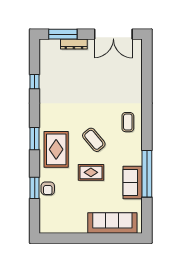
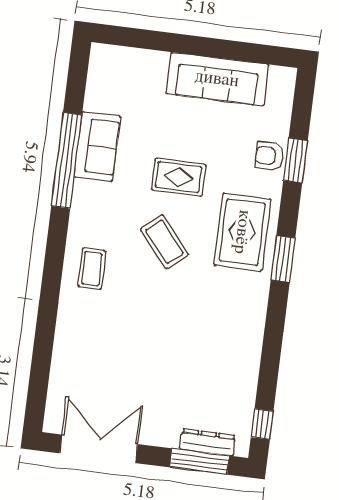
dresser: (74, 44) -> (208, 442), moved
window: (35, 82) -> (262, 424), moved
armchair: (48, 188) -> (269, 156), turned -90
sofa: (112, 223) -> (217, 79), moved

